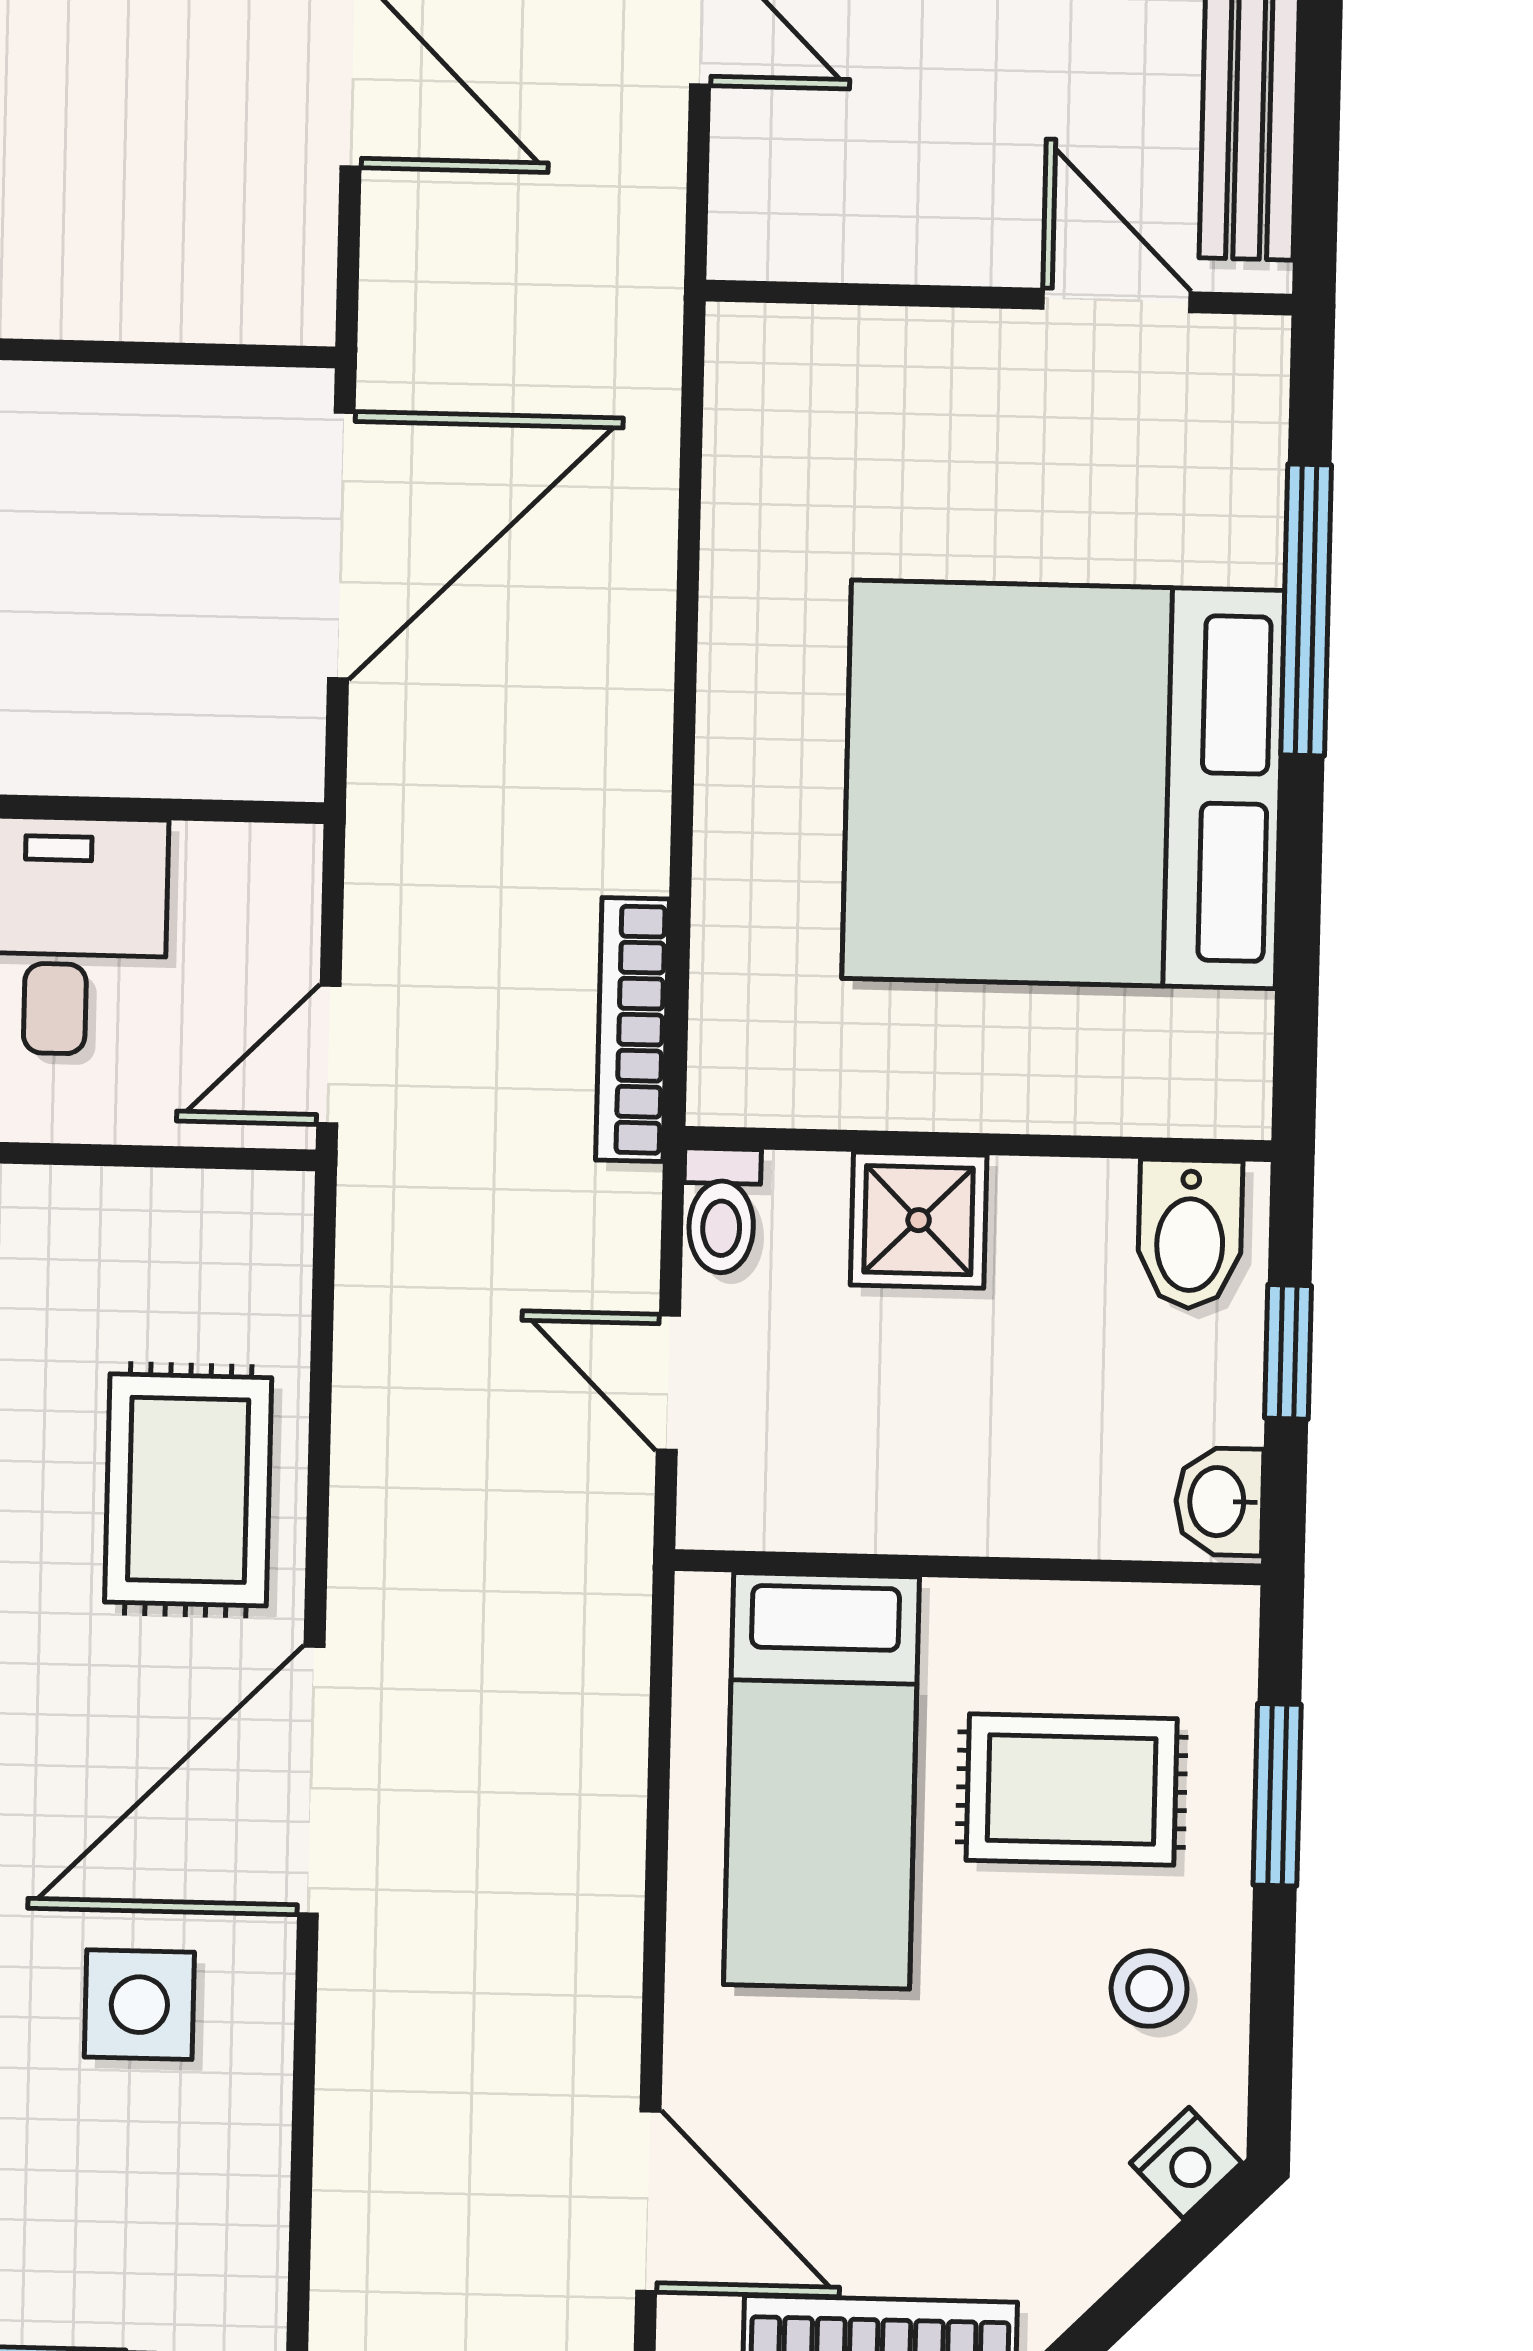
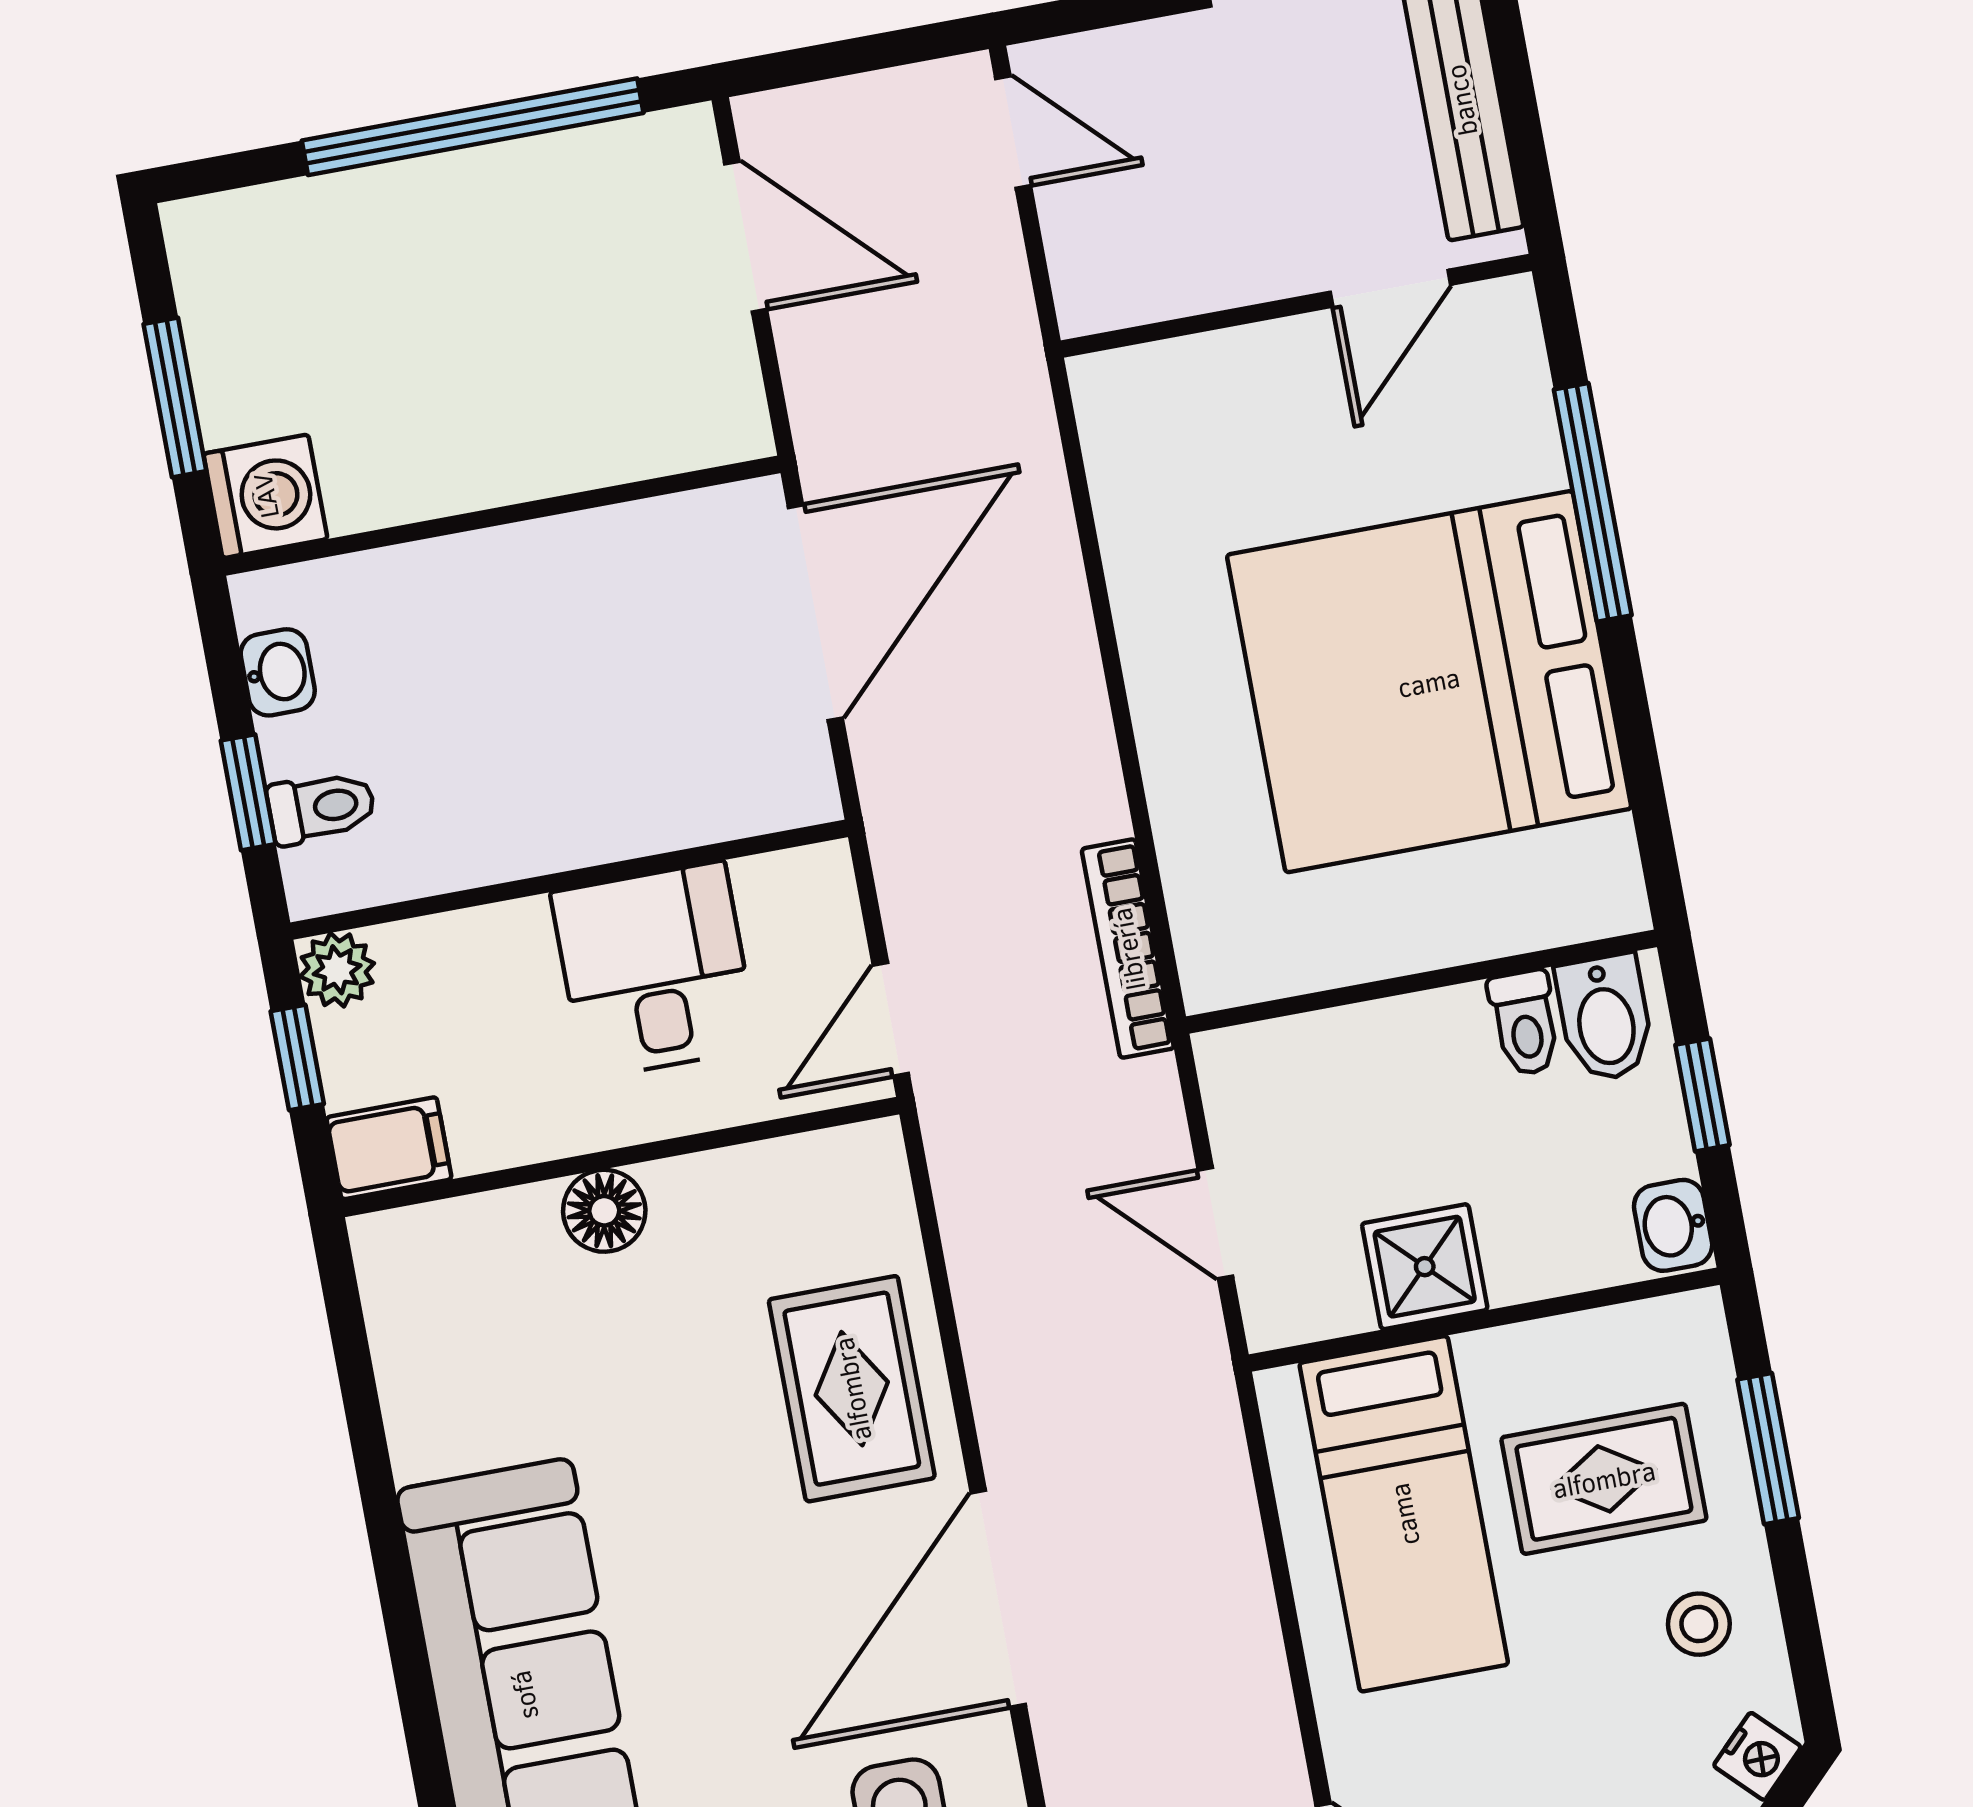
door: (1117, 300) -> (1390, 288), swing flipped
toilet: (722, 1211) -> (1525, 1023), moved
shower: (919, 1220) -> (1425, 1267), moved

